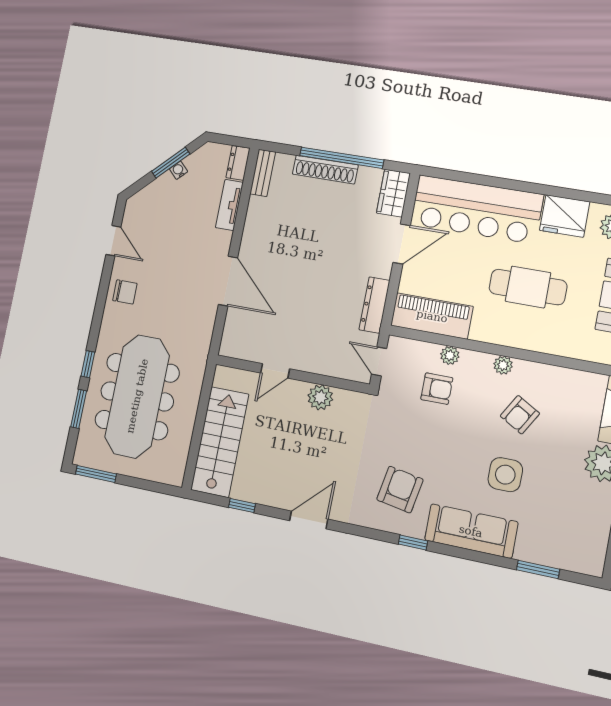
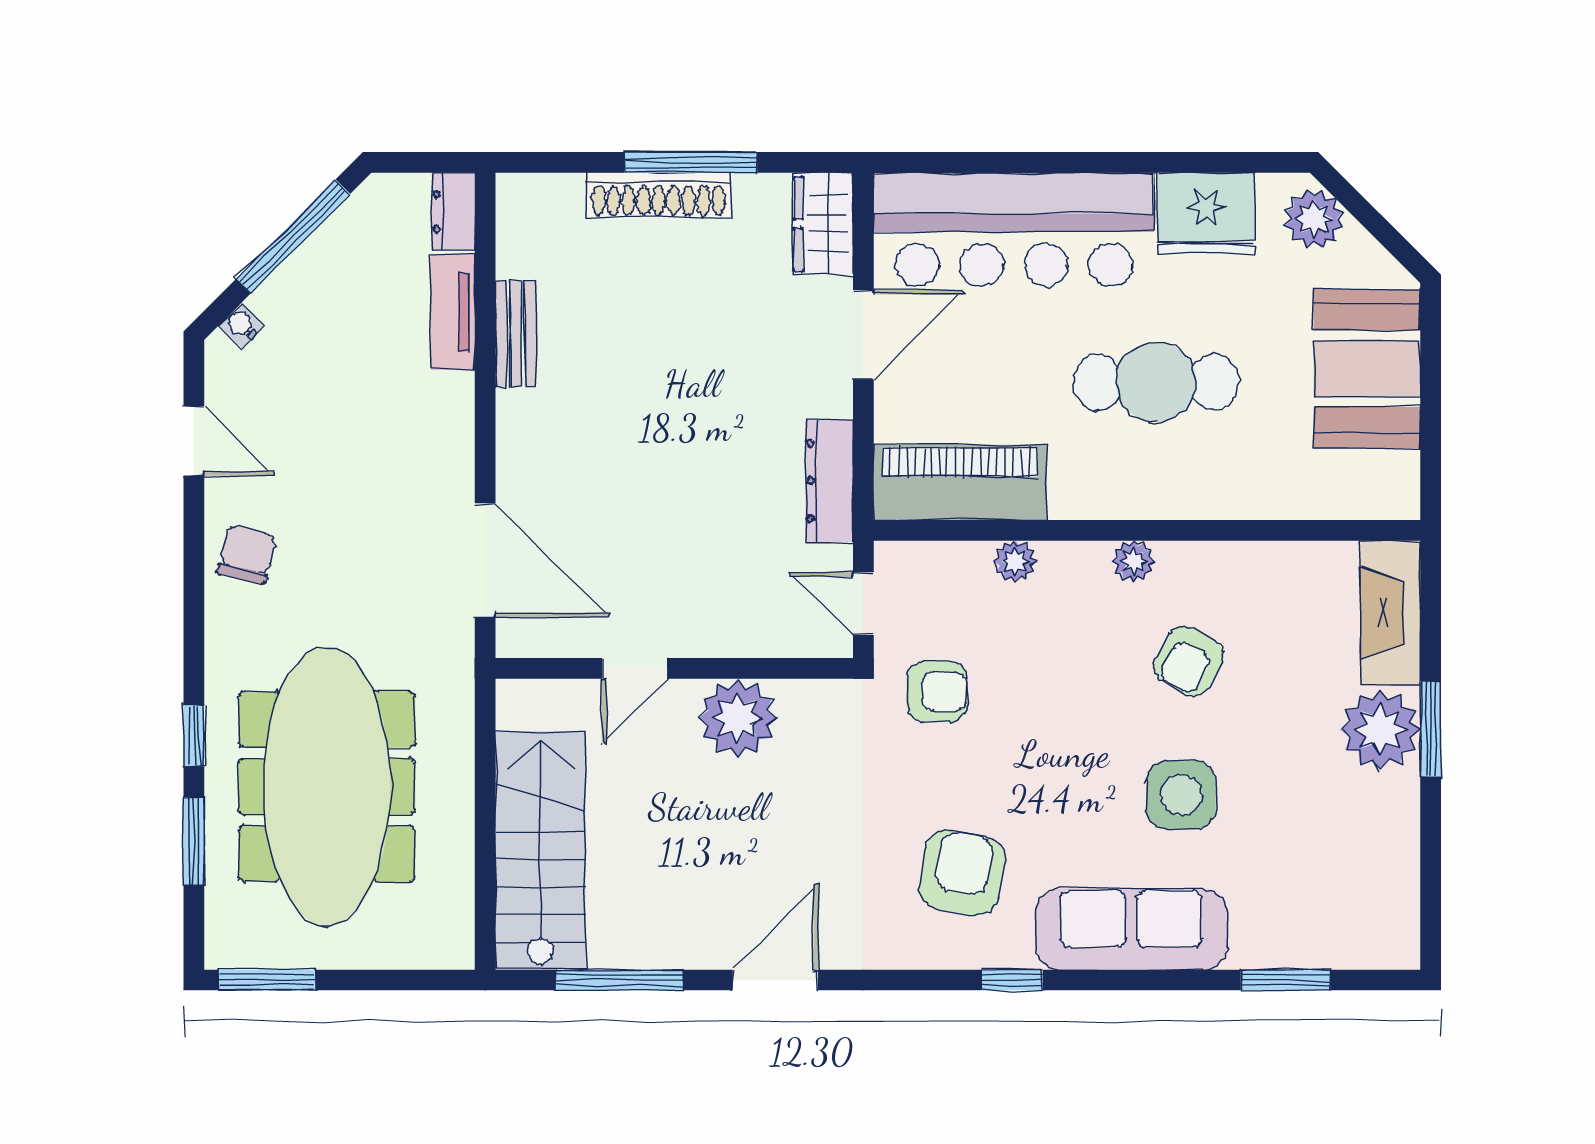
window: (342, 158) -> (691, 162), width x0.68
window: (171, 163) -> (293, 236), width x1.44
water cooler: (179, 170) -> (242, 325), moved
bench: (263, 173) -> (516, 334), moved
door: (228, 281) -> (485, 560), moved
chair: (125, 292) -> (247, 554), turned -76
armchair: (437, 389) -> (937, 692), moved
plant: (320, 397) -> (738, 718), width x1.36, depth x1.36
window: (242, 505) -> (619, 980), width x2.17

